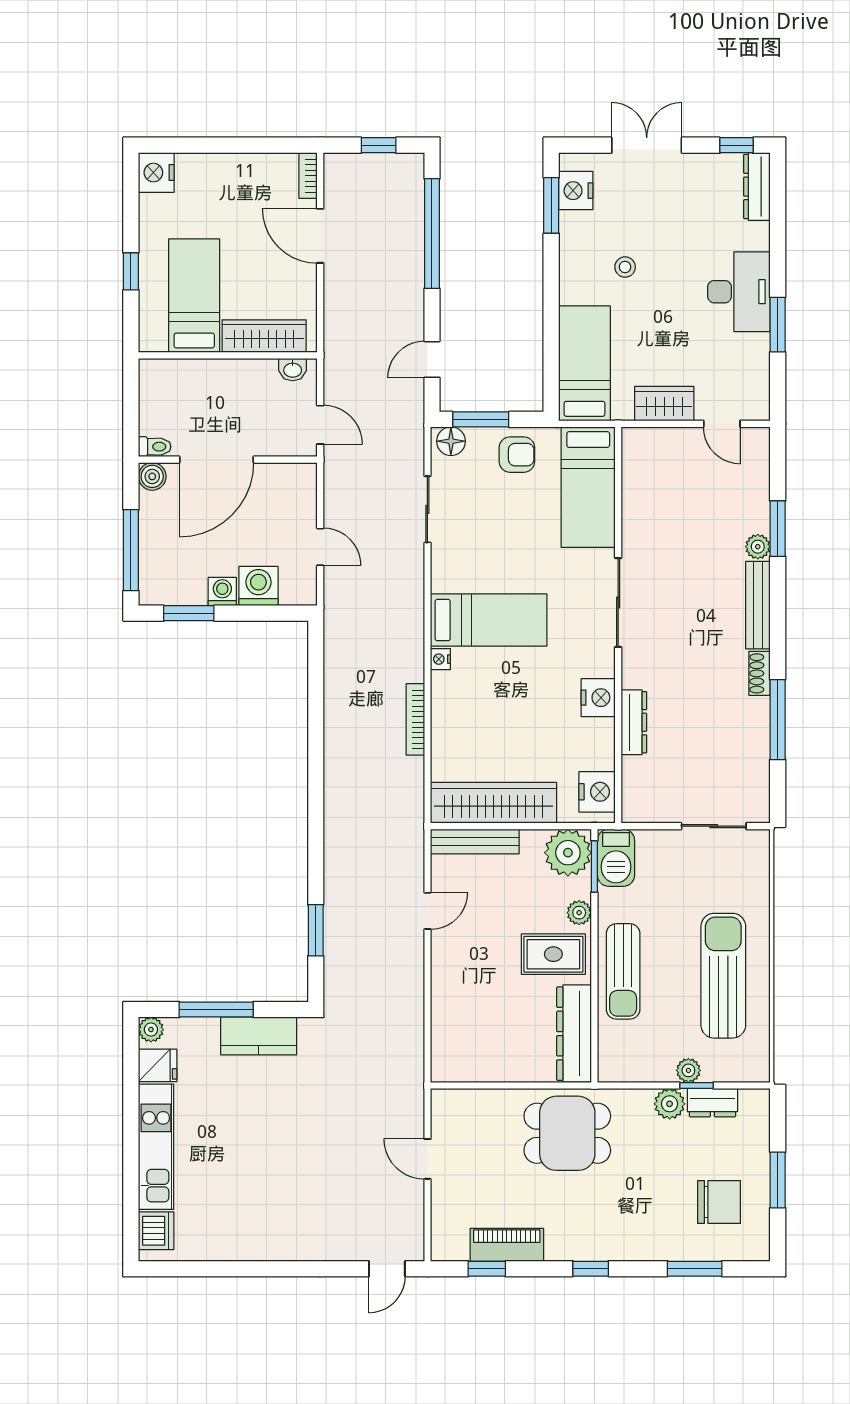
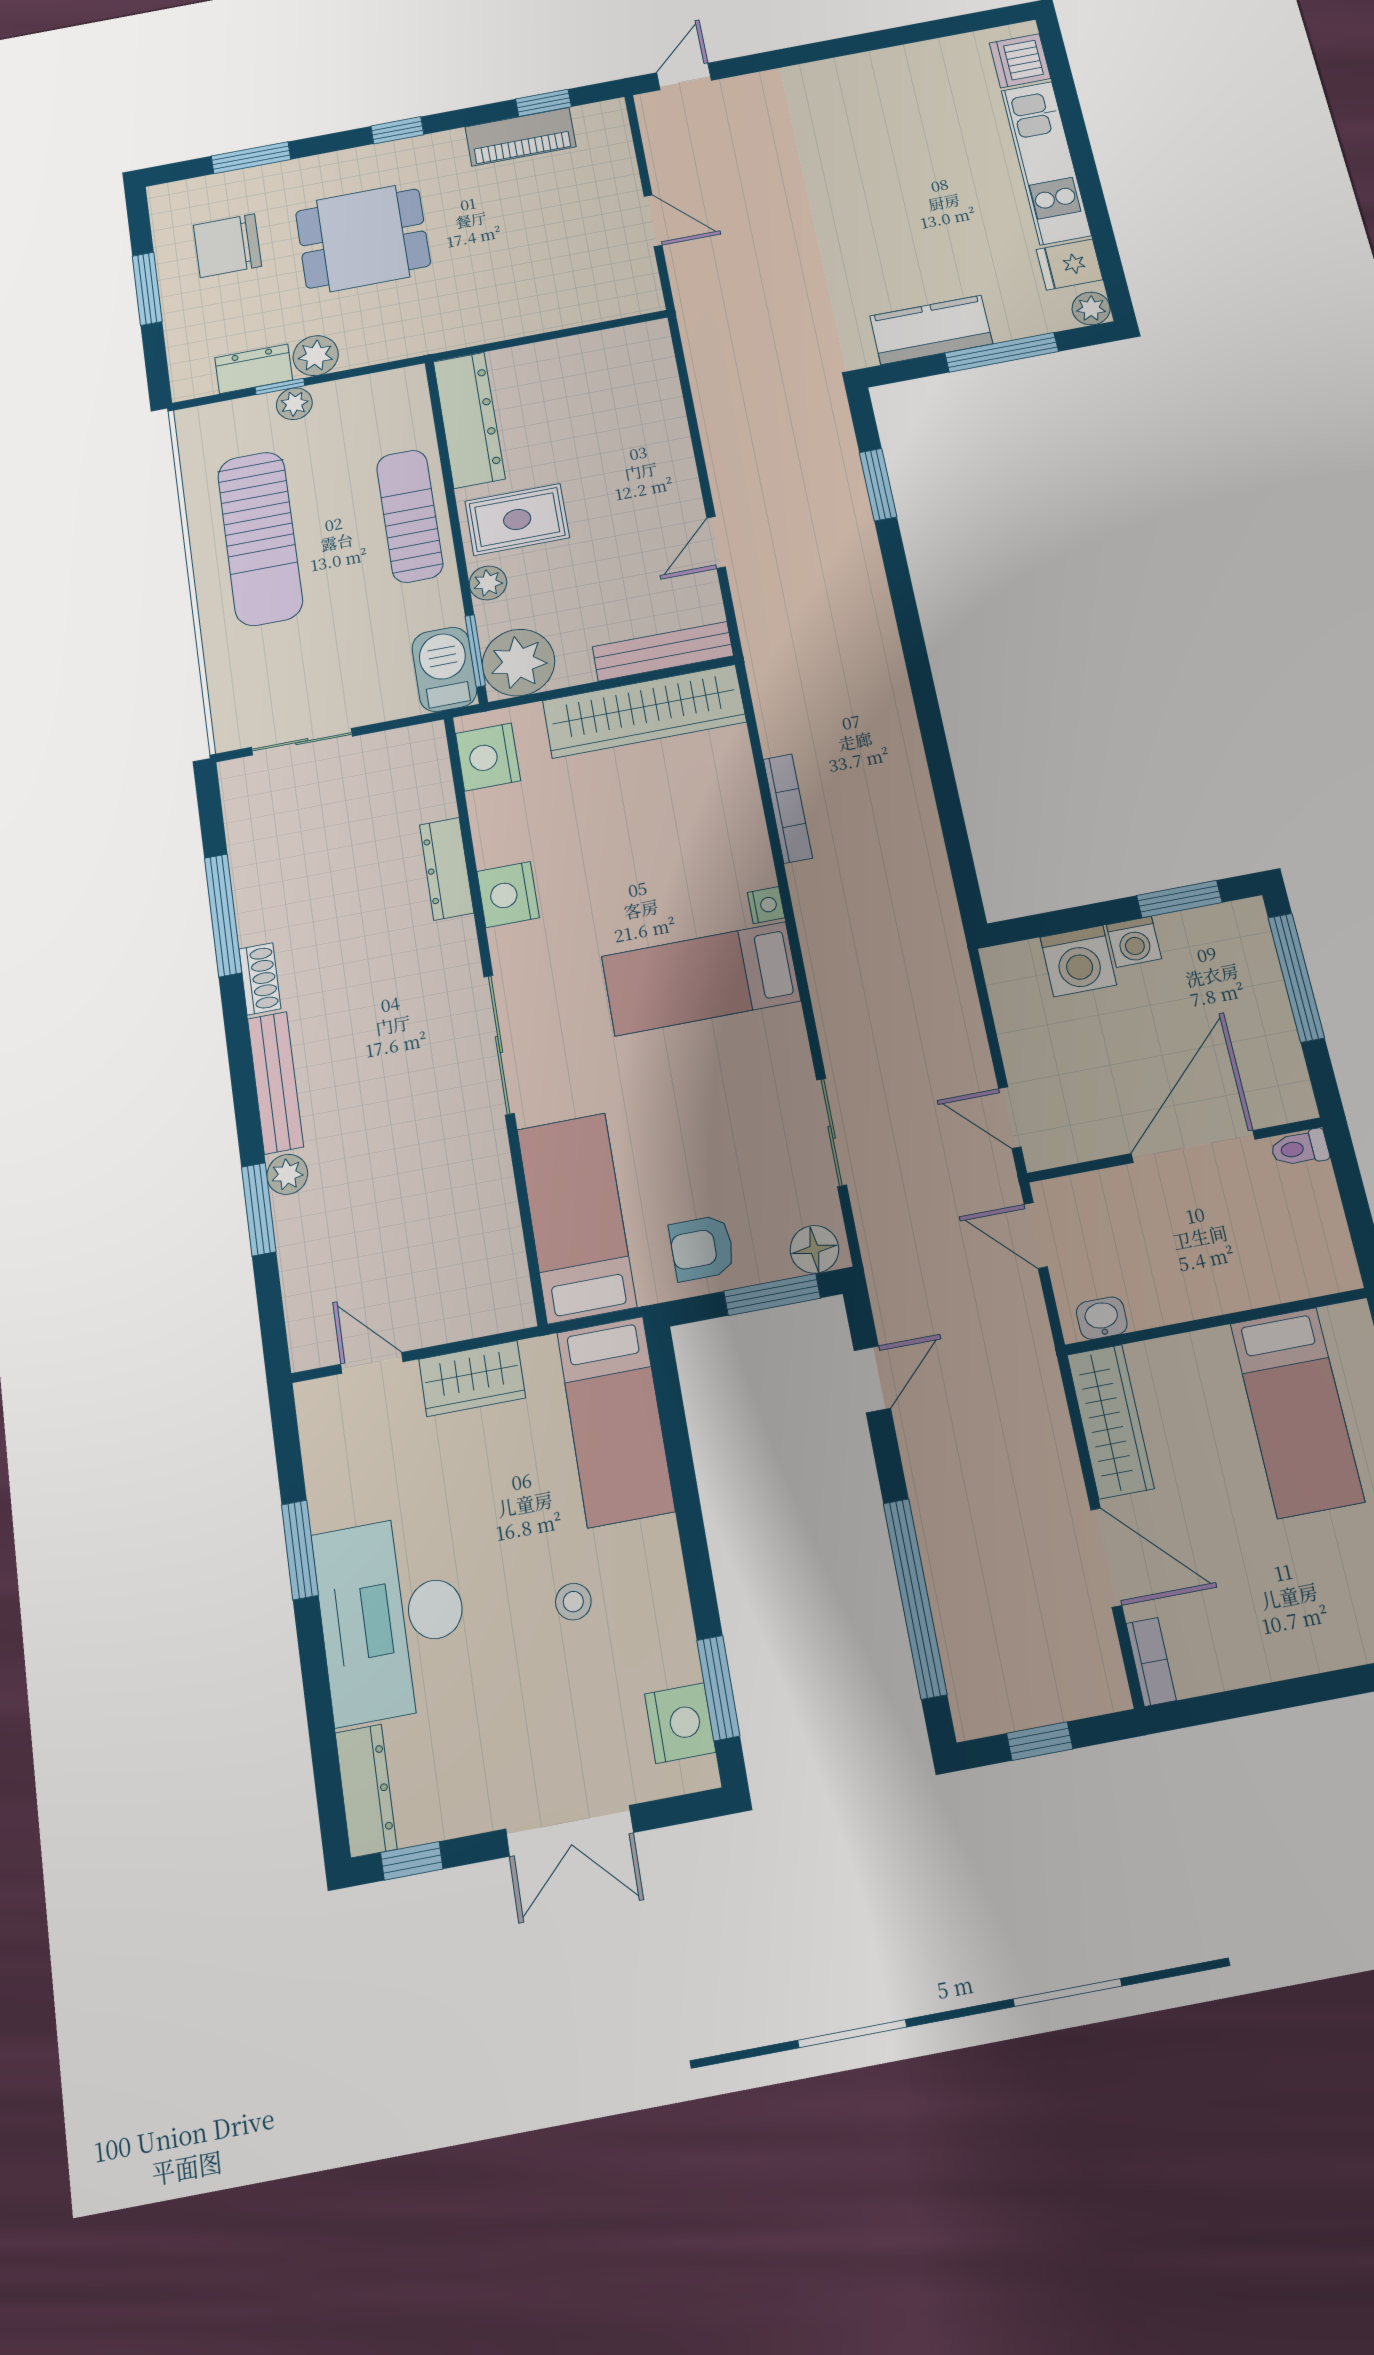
desk: (739, 292) -> (392, 1618), width x1.36, depth x1.30
wardrobe: (264, 336) -> (1110, 1421), moved, turned -90
boiler: (152, 476) -> (1292, 1100), removed
door: (320, 547) -> (1010, 1118), moved
dining table: (567, 1133) -> (363, 238), moved

